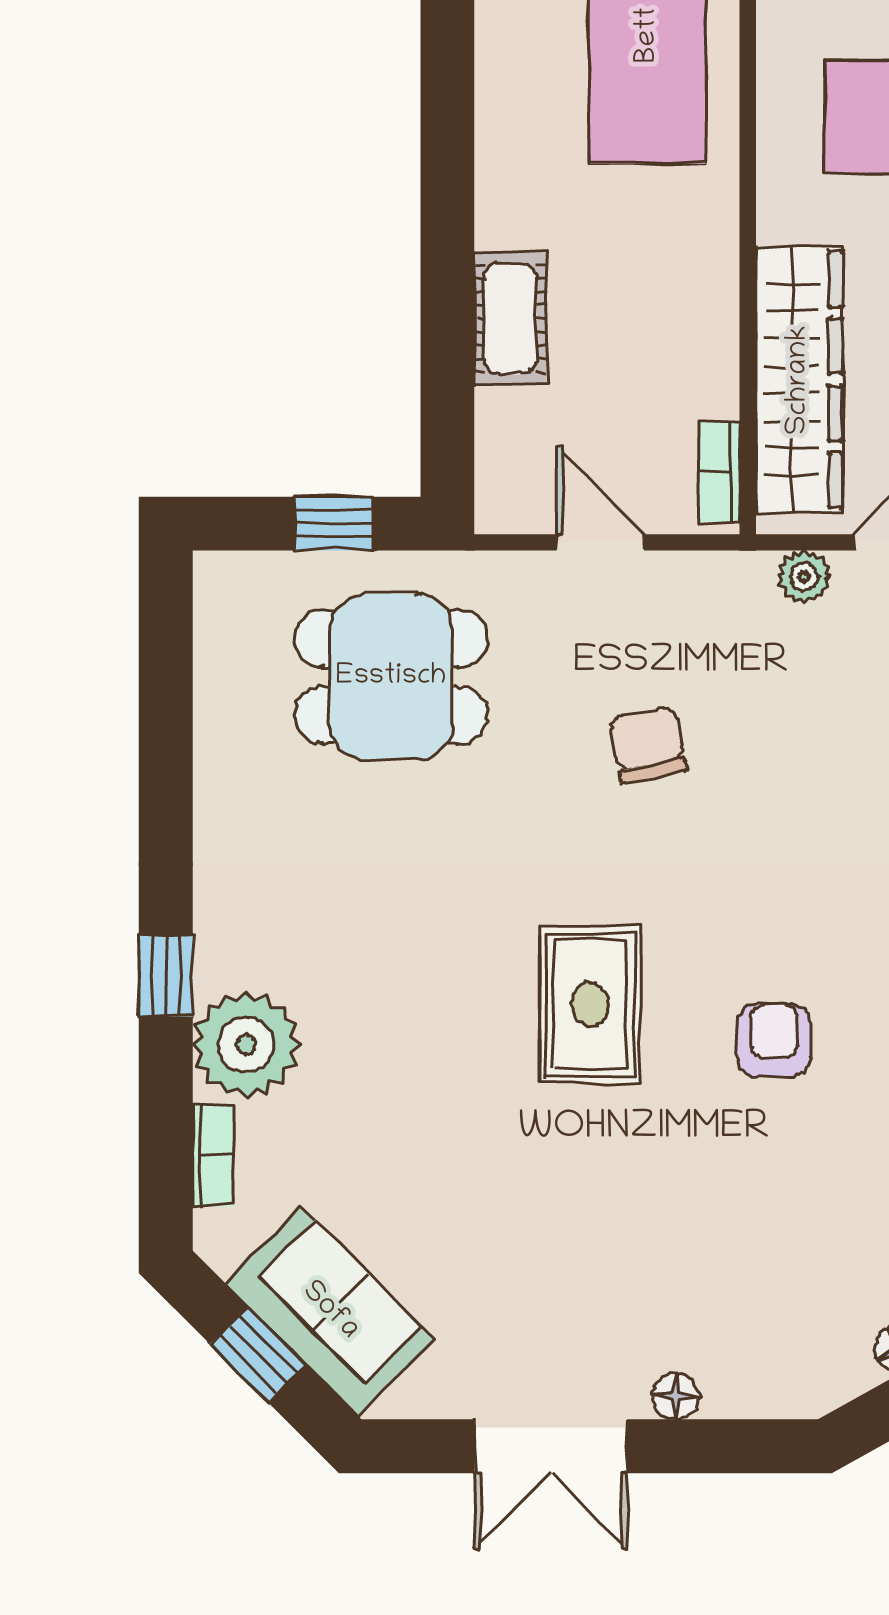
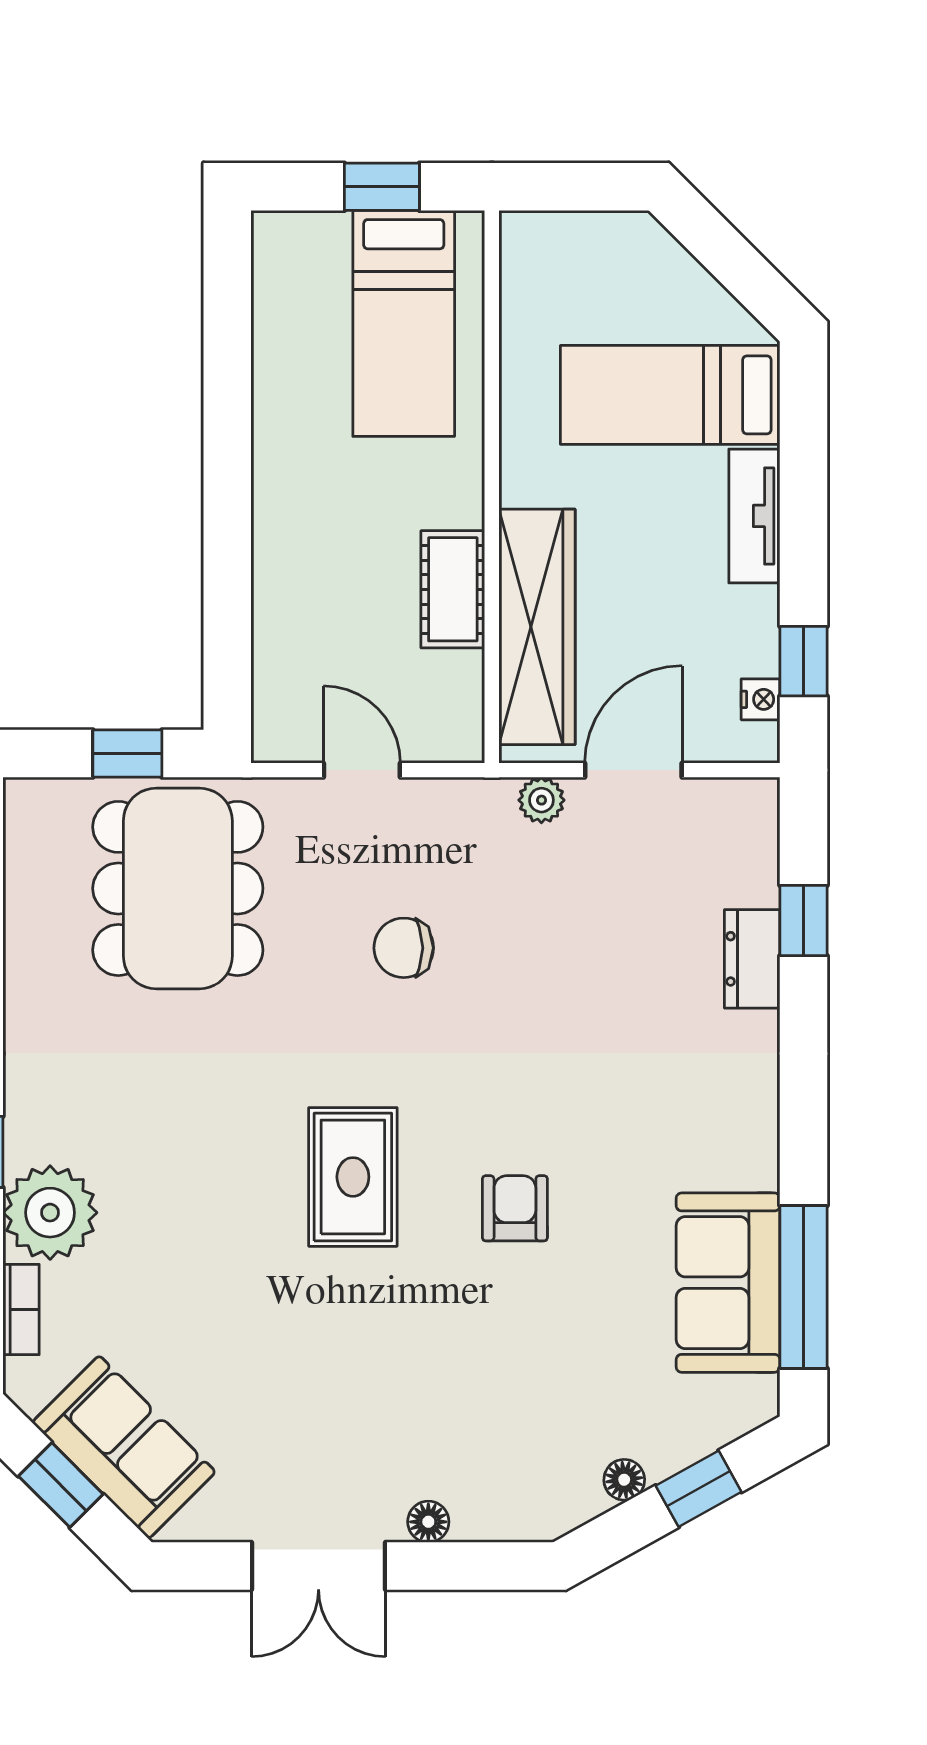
cot: (510, 318) -> (453, 589), moved
bookcase: (719, 472) -> (467, 708), removed
dining table: (391, 677) -> (178, 888), width x1.38
chair: (648, 744) -> (404, 948), turned -78

